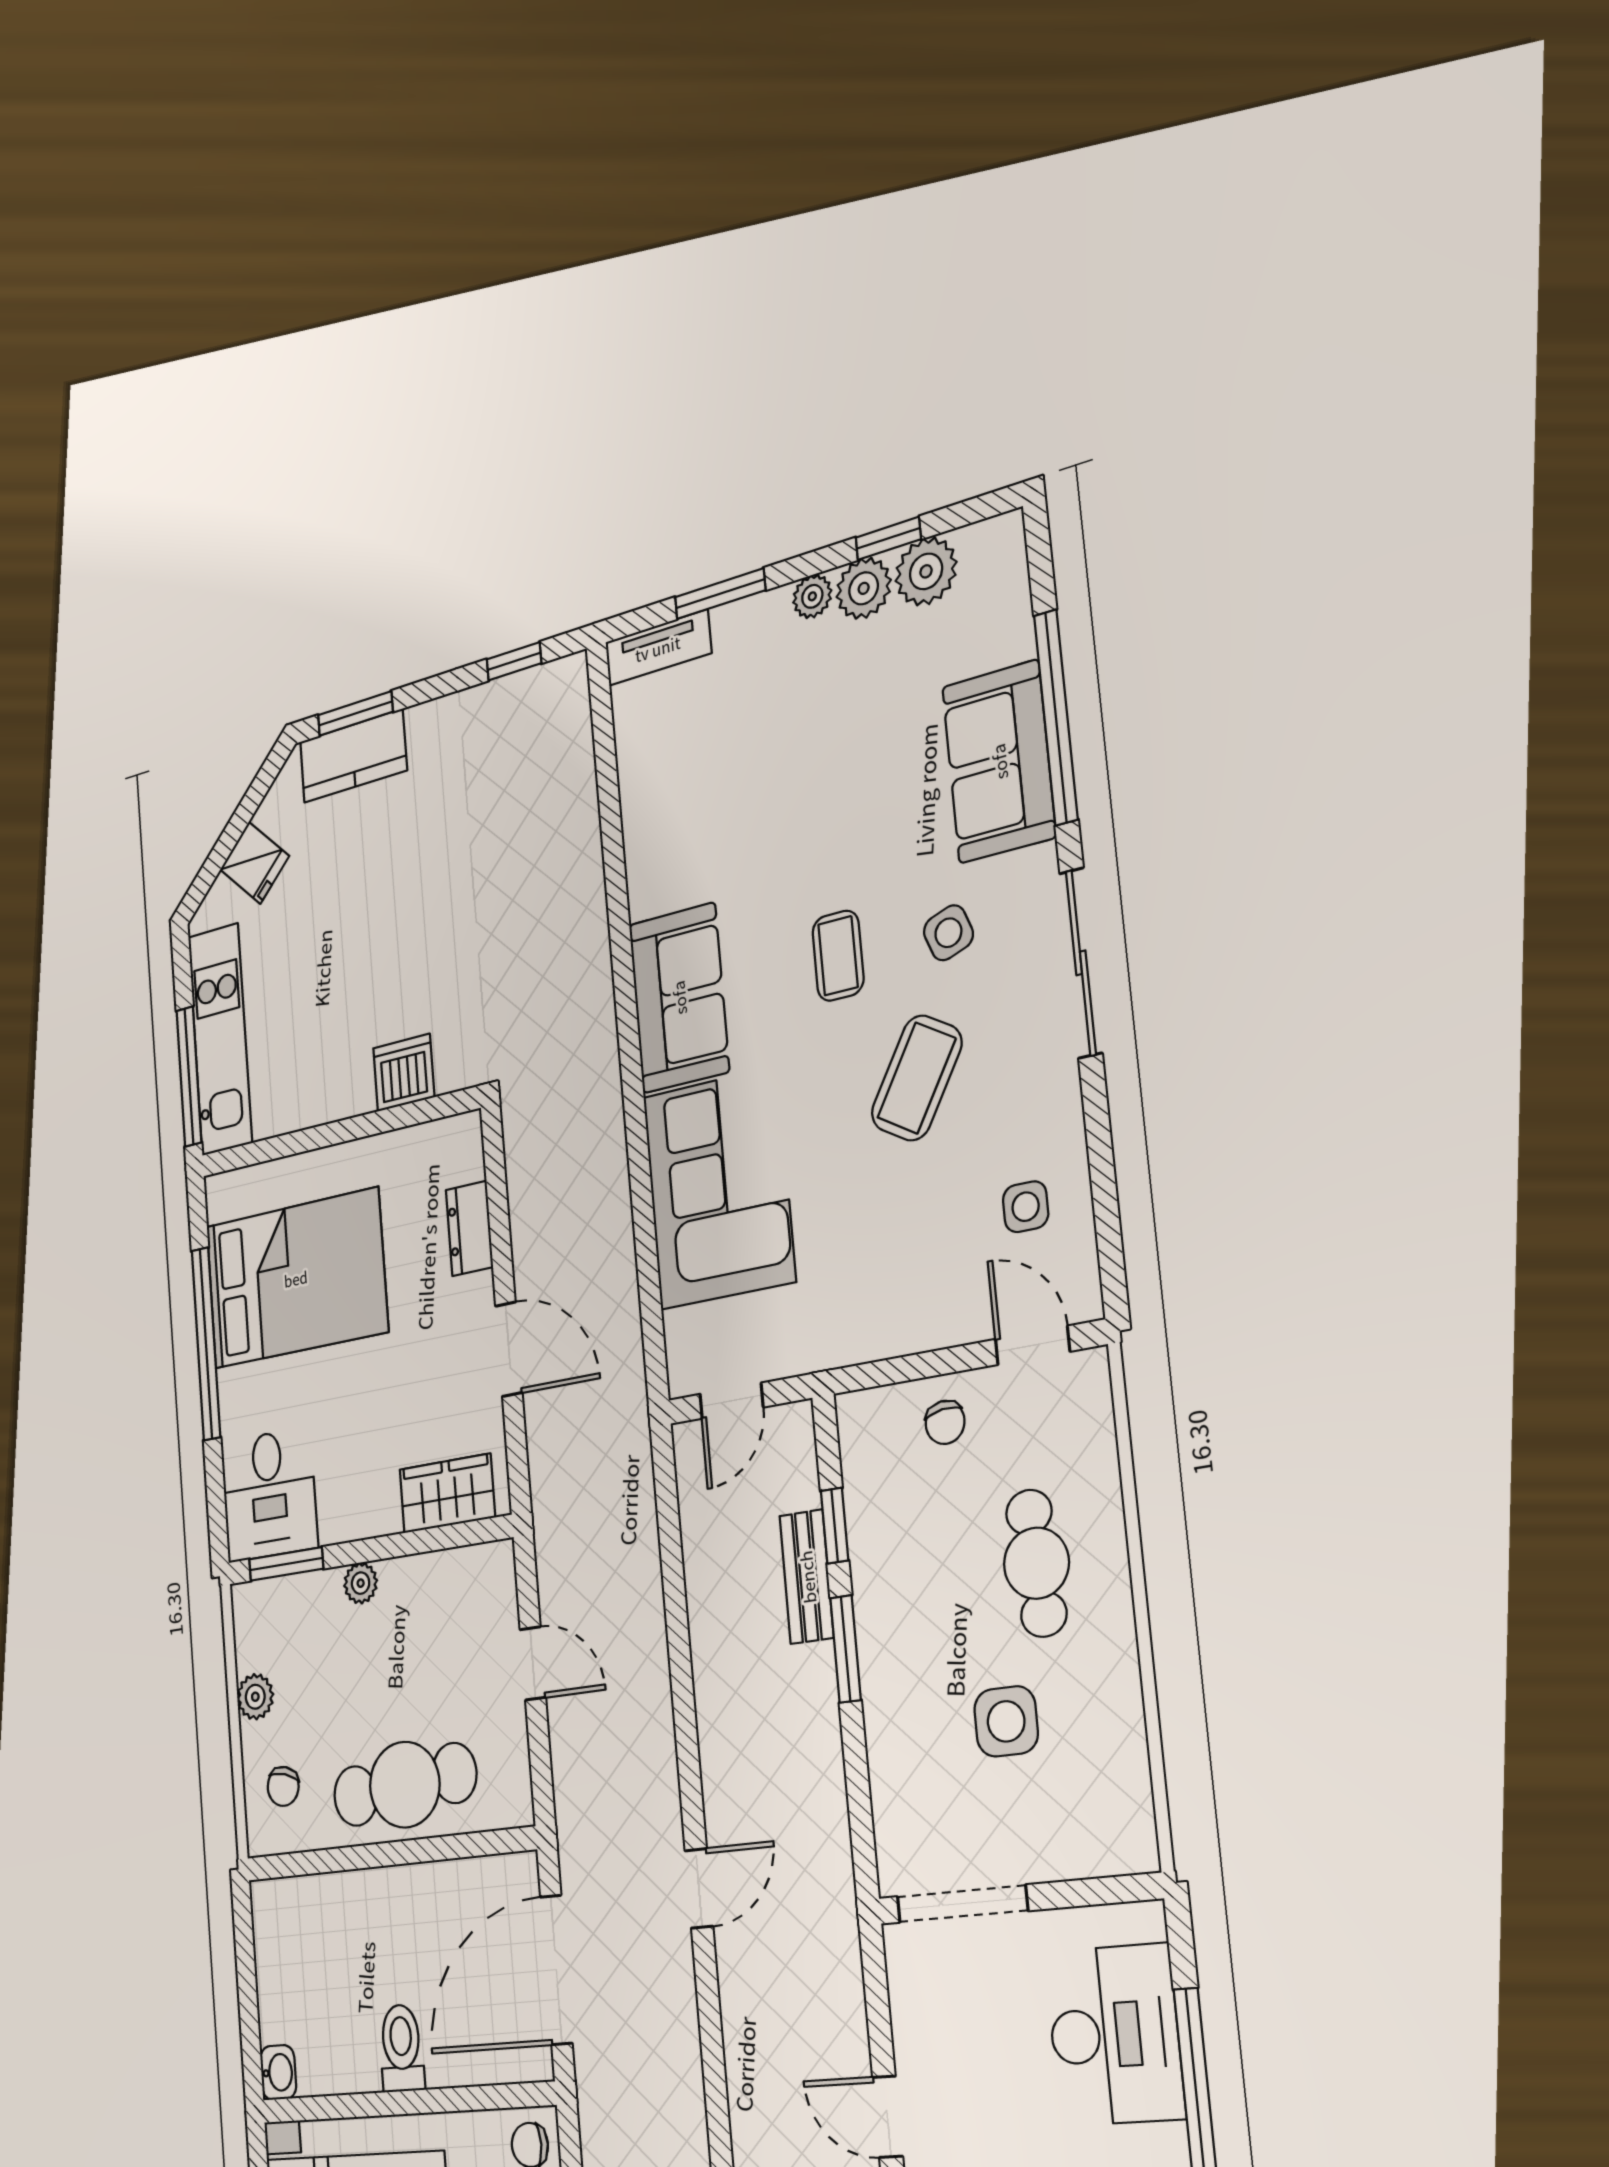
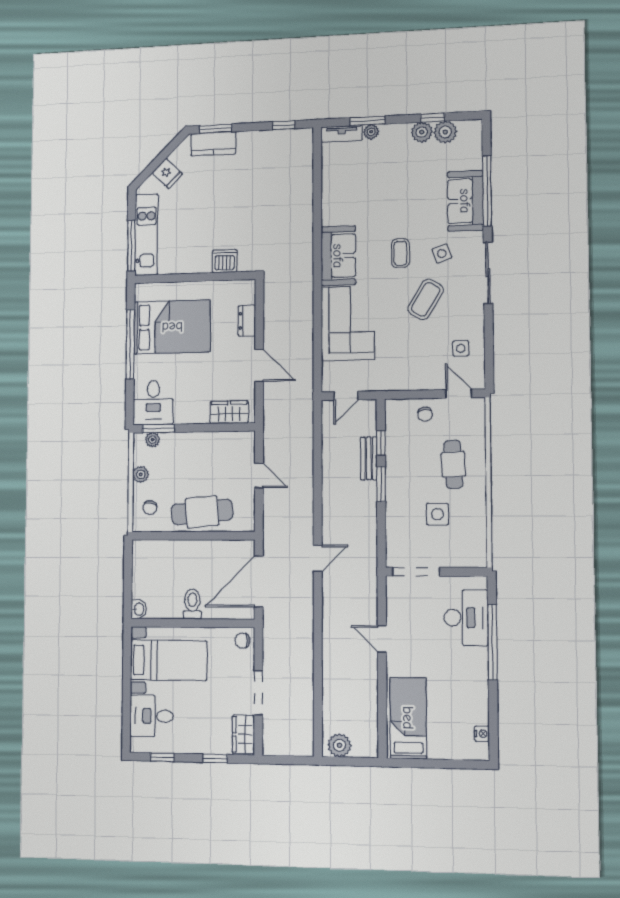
plant: (812, 596) -> (371, 132), moved
plant: (361, 1583) -> (152, 440), moved

